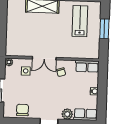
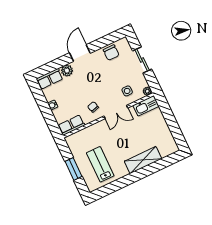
lab bench: (80, 21) -> (100, 164), turned 180
kitchen sink: (16, 50) -> (146, 106), added
double door: (44, 58) -> (116, 112), swing flipped

